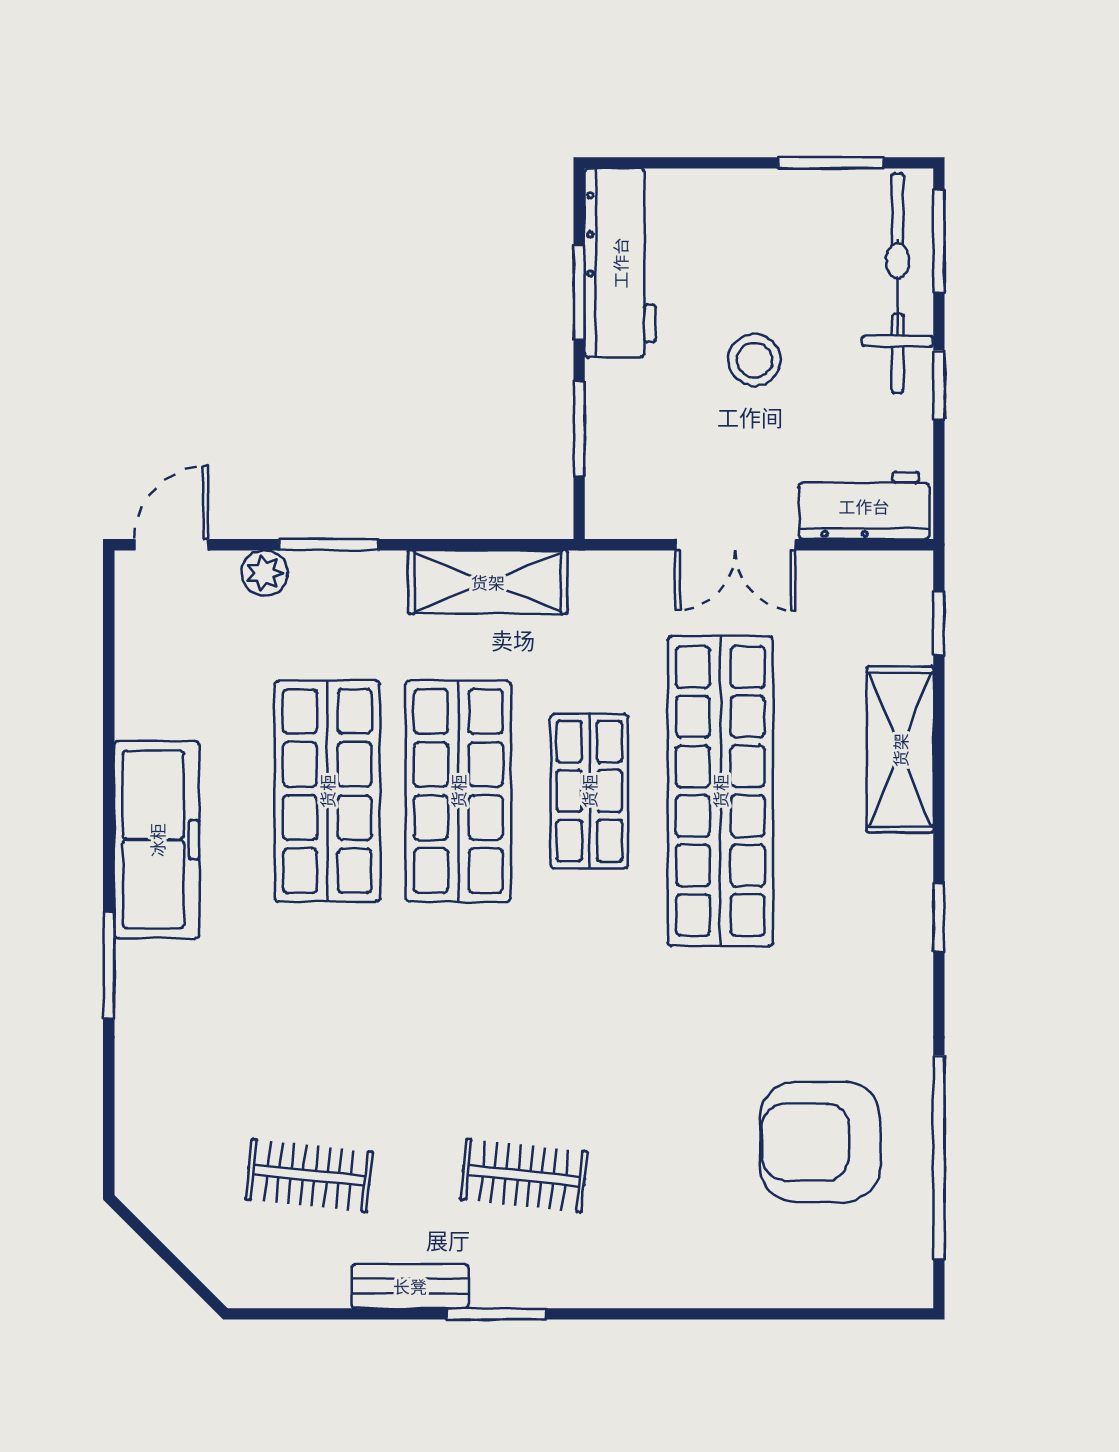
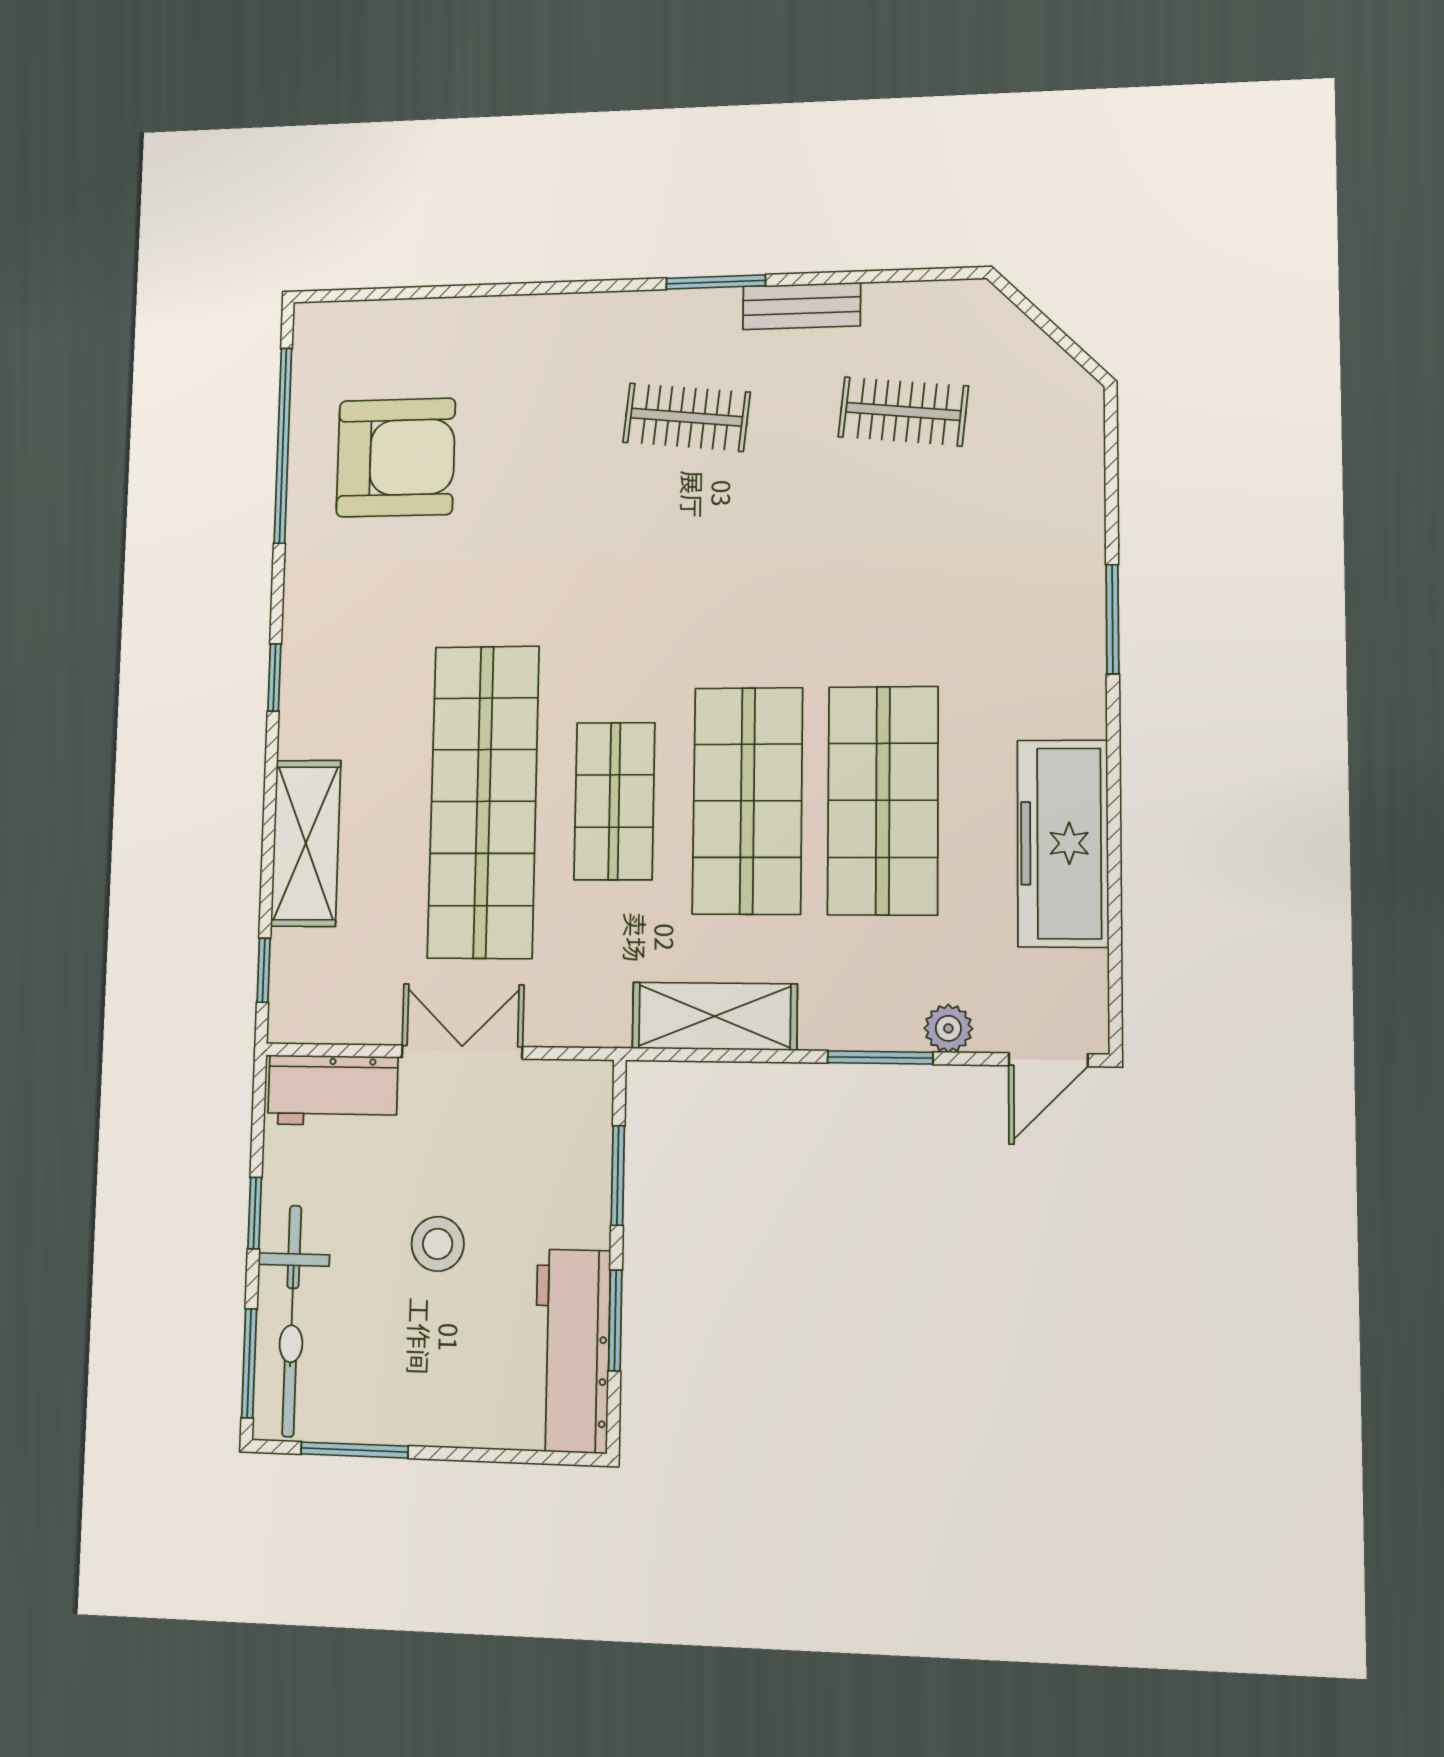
freezer: (157, 840) -> (1063, 843), moved

